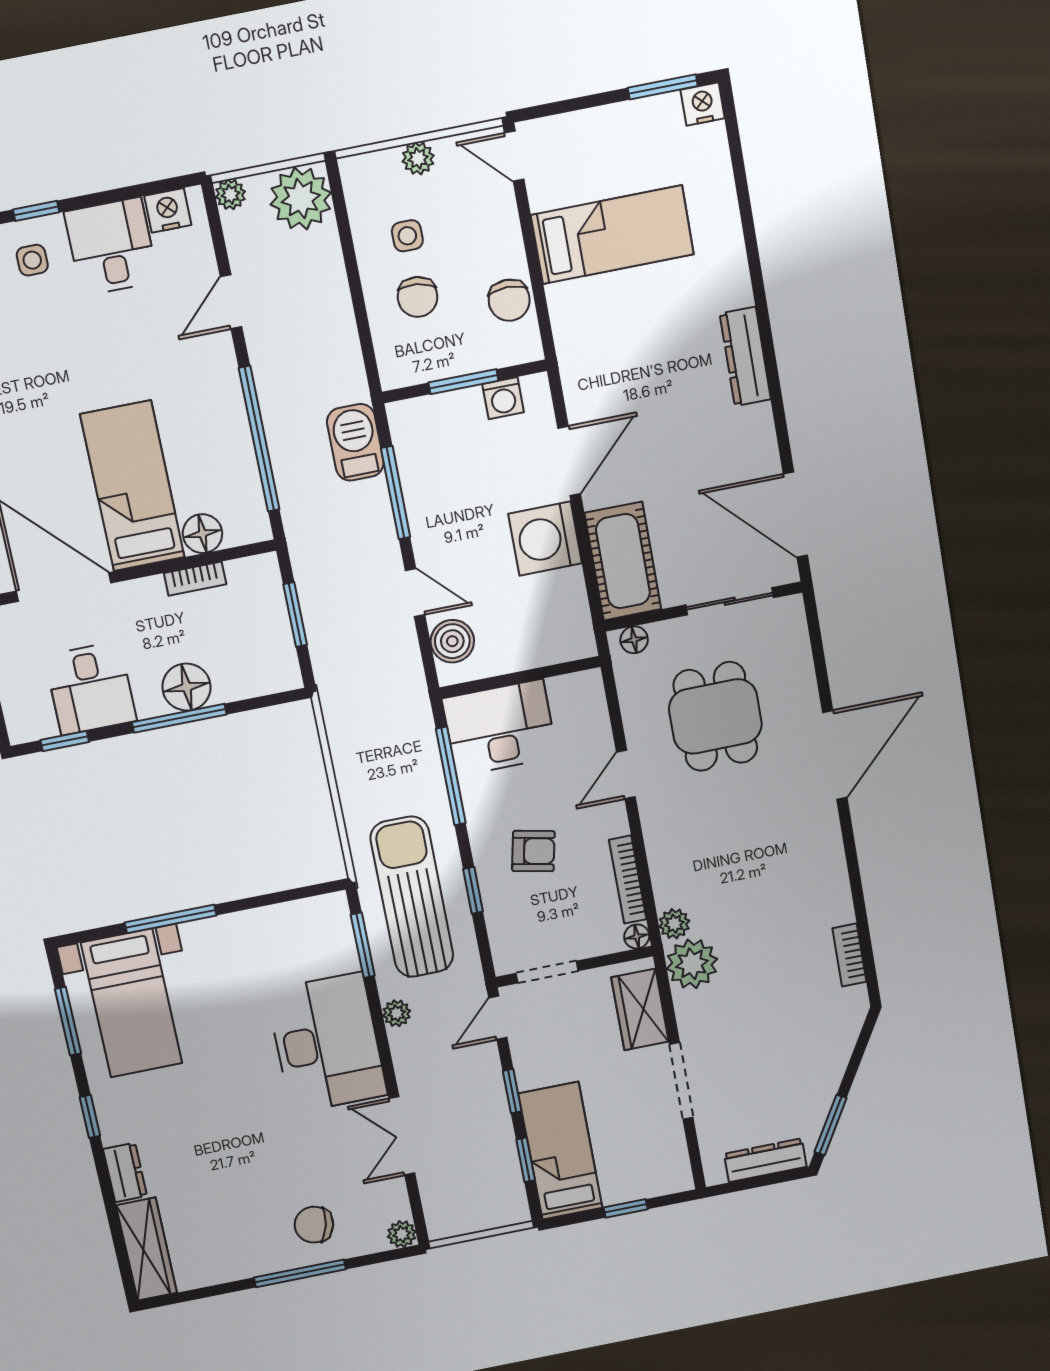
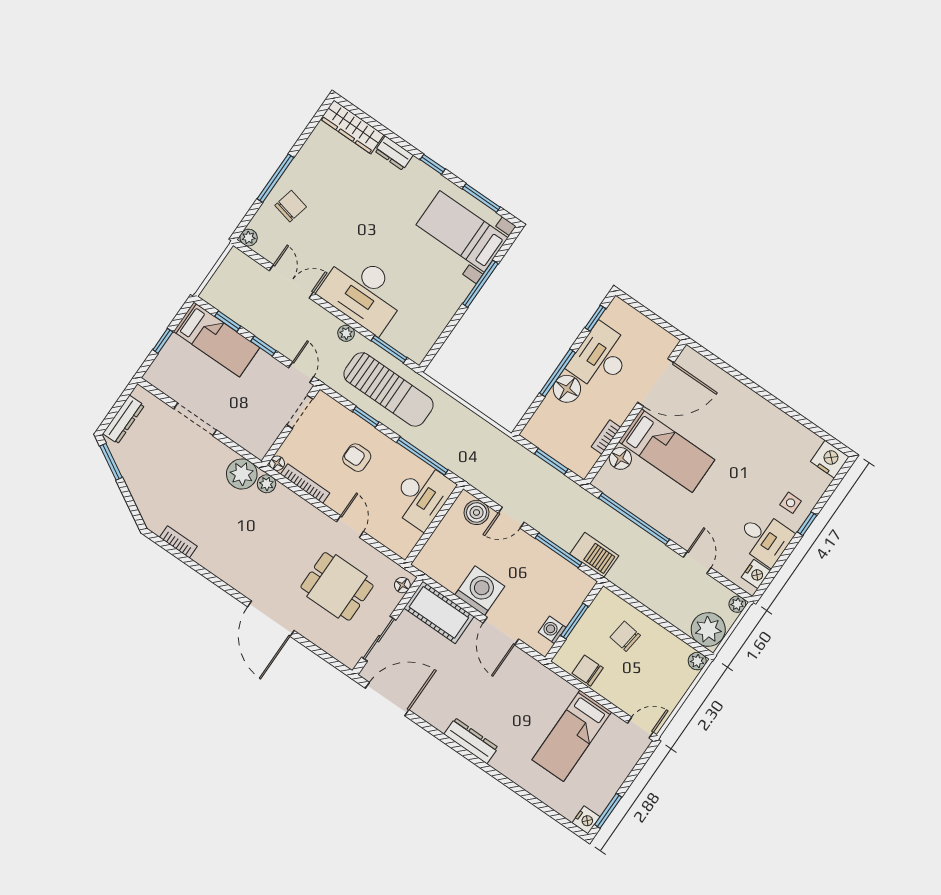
plant: (418, 158) -> (697, 661), moved
side table: (407, 236) -> (652, 656), removed
desk: (90, 688) -> (601, 357), width x1.37
armchair: (533, 851) -> (357, 458), turned 78
wardrobe: (640, 1009) -> (244, 433), removed

